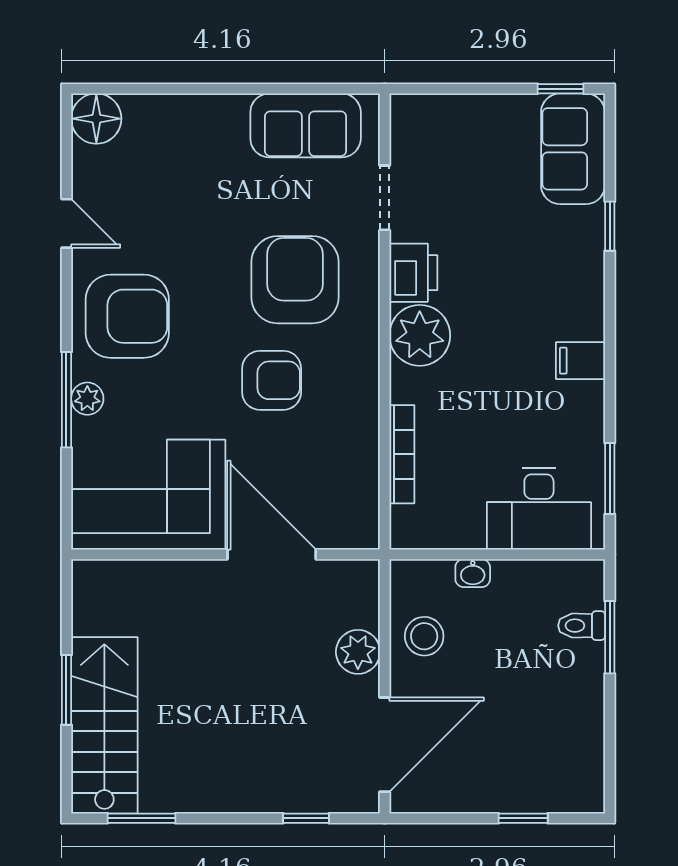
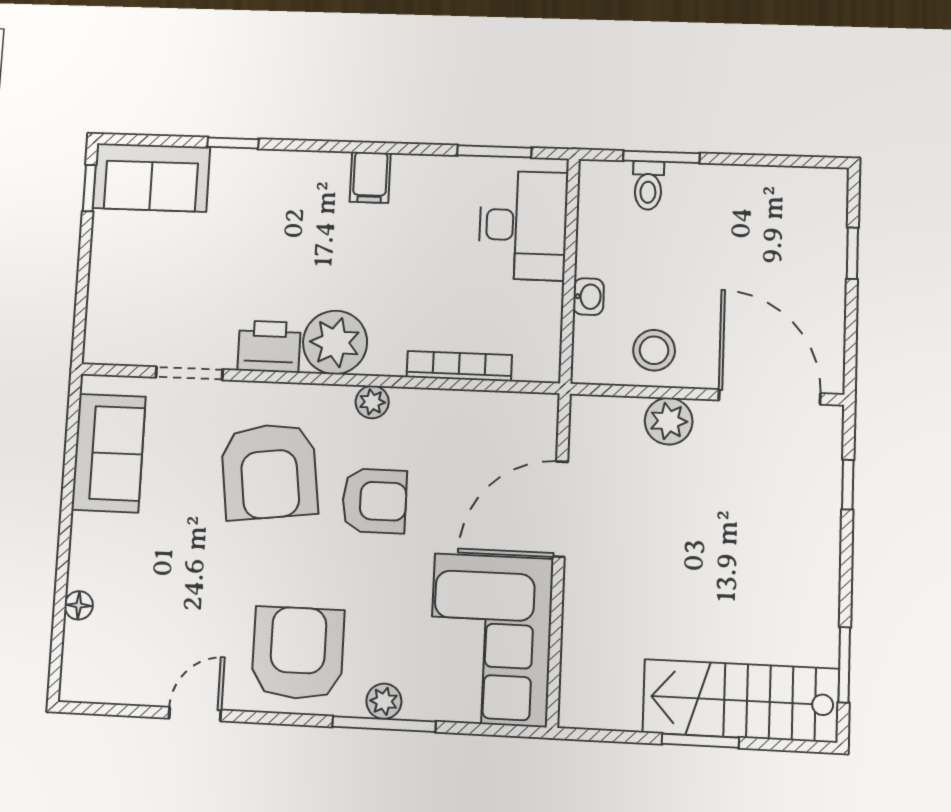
floor lamp: (96, 119) -> (79, 605), moved, width x0.53, depth x0.53
armchair: (295, 280) -> (269, 471), turned -97
plant: (364, 374) -> (372, 402), added
armchair: (272, 380) -> (374, 501), turned 90

